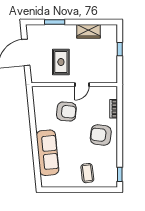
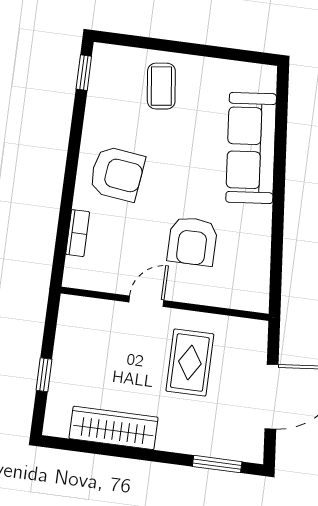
window: (55, 22) -> (217, 464), moved
wardrobe: (89, 31) -> (114, 428), width x1.50
armchair: (66, 112) -> (192, 241), turned -95

